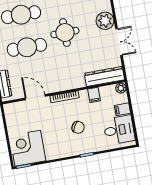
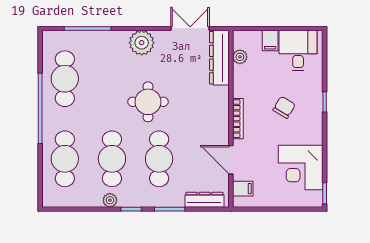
double door: (119, 42) -> (190, 28), moved
plant: (121, 88) -> (240, 57), moved
filing cabinet: (94, 95) -> (243, 189), moved
door: (35, 97) -> (231, 160), hinge flipped
corner desk: (28, 148) -> (301, 168), moved

